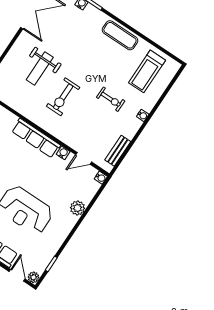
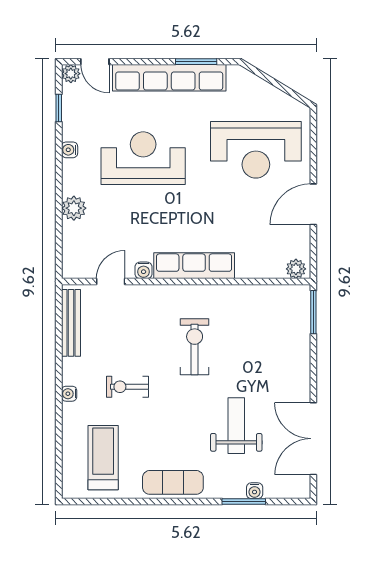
weight bench: (40, 69) -> (236, 426), moved
bench: (118, 151) -> (71, 323), width x1.36
water cooler: (101, 178) -> (70, 150), moved

